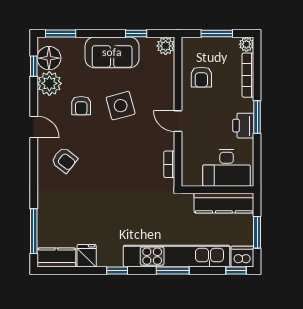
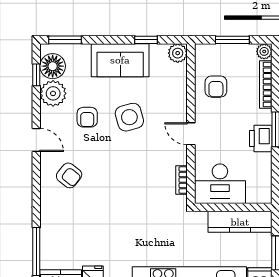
desk: (227, 168) -> (220, 184), moved

